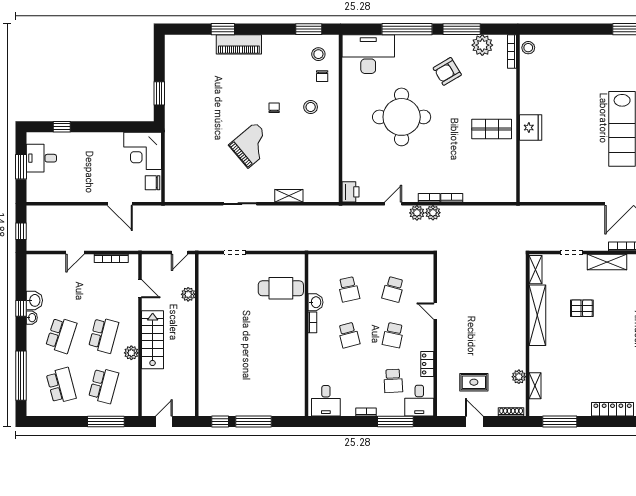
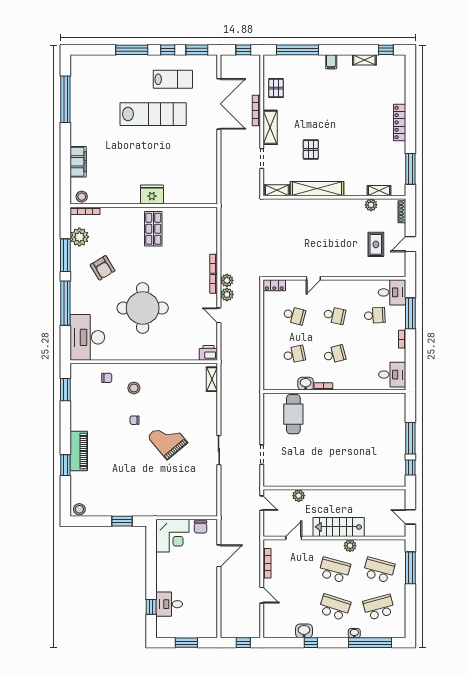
filing cabinet: (568, 44) -> (78, 162), added
stool: (318, 54) -> (79, 509), moved
desk: (41, 158) -> (169, 604), moved, turned 90
shelving: (289, 196) -> (212, 379), moved
washbasin: (32, 318) -> (354, 633), moved
locker: (427, 364) -> (274, 285), moved

